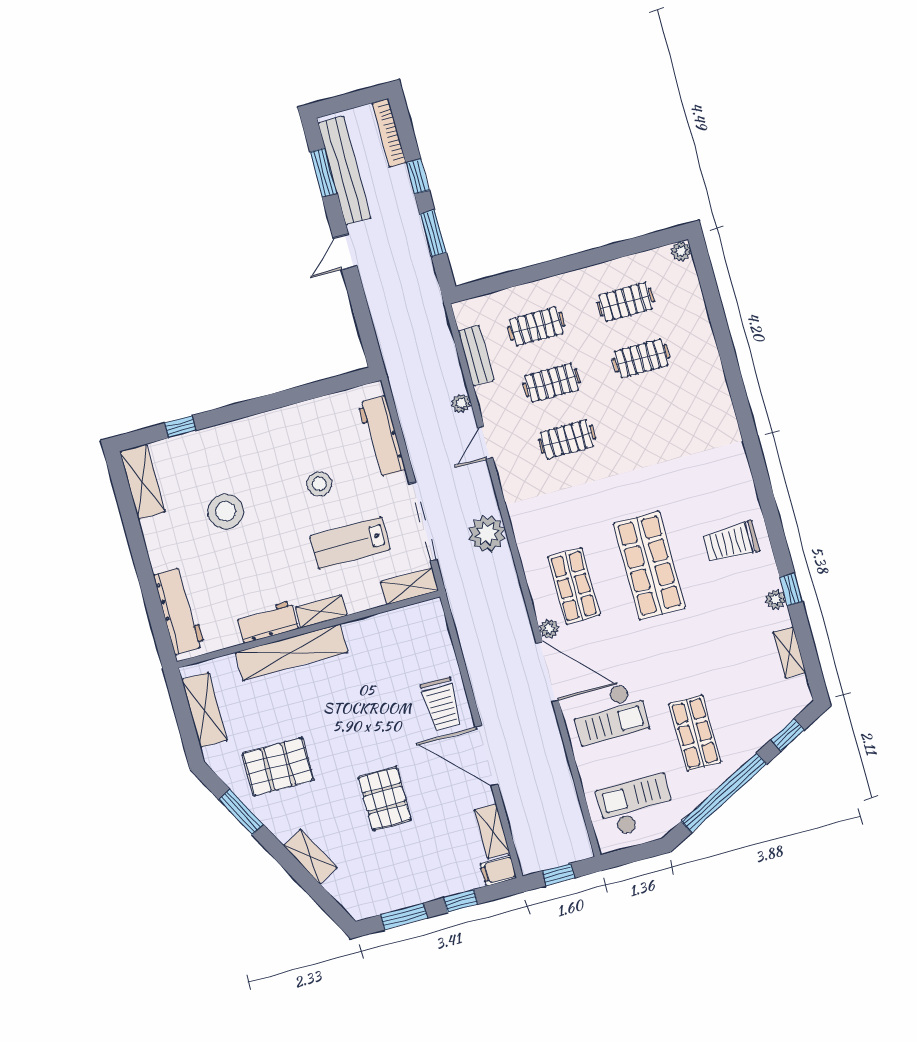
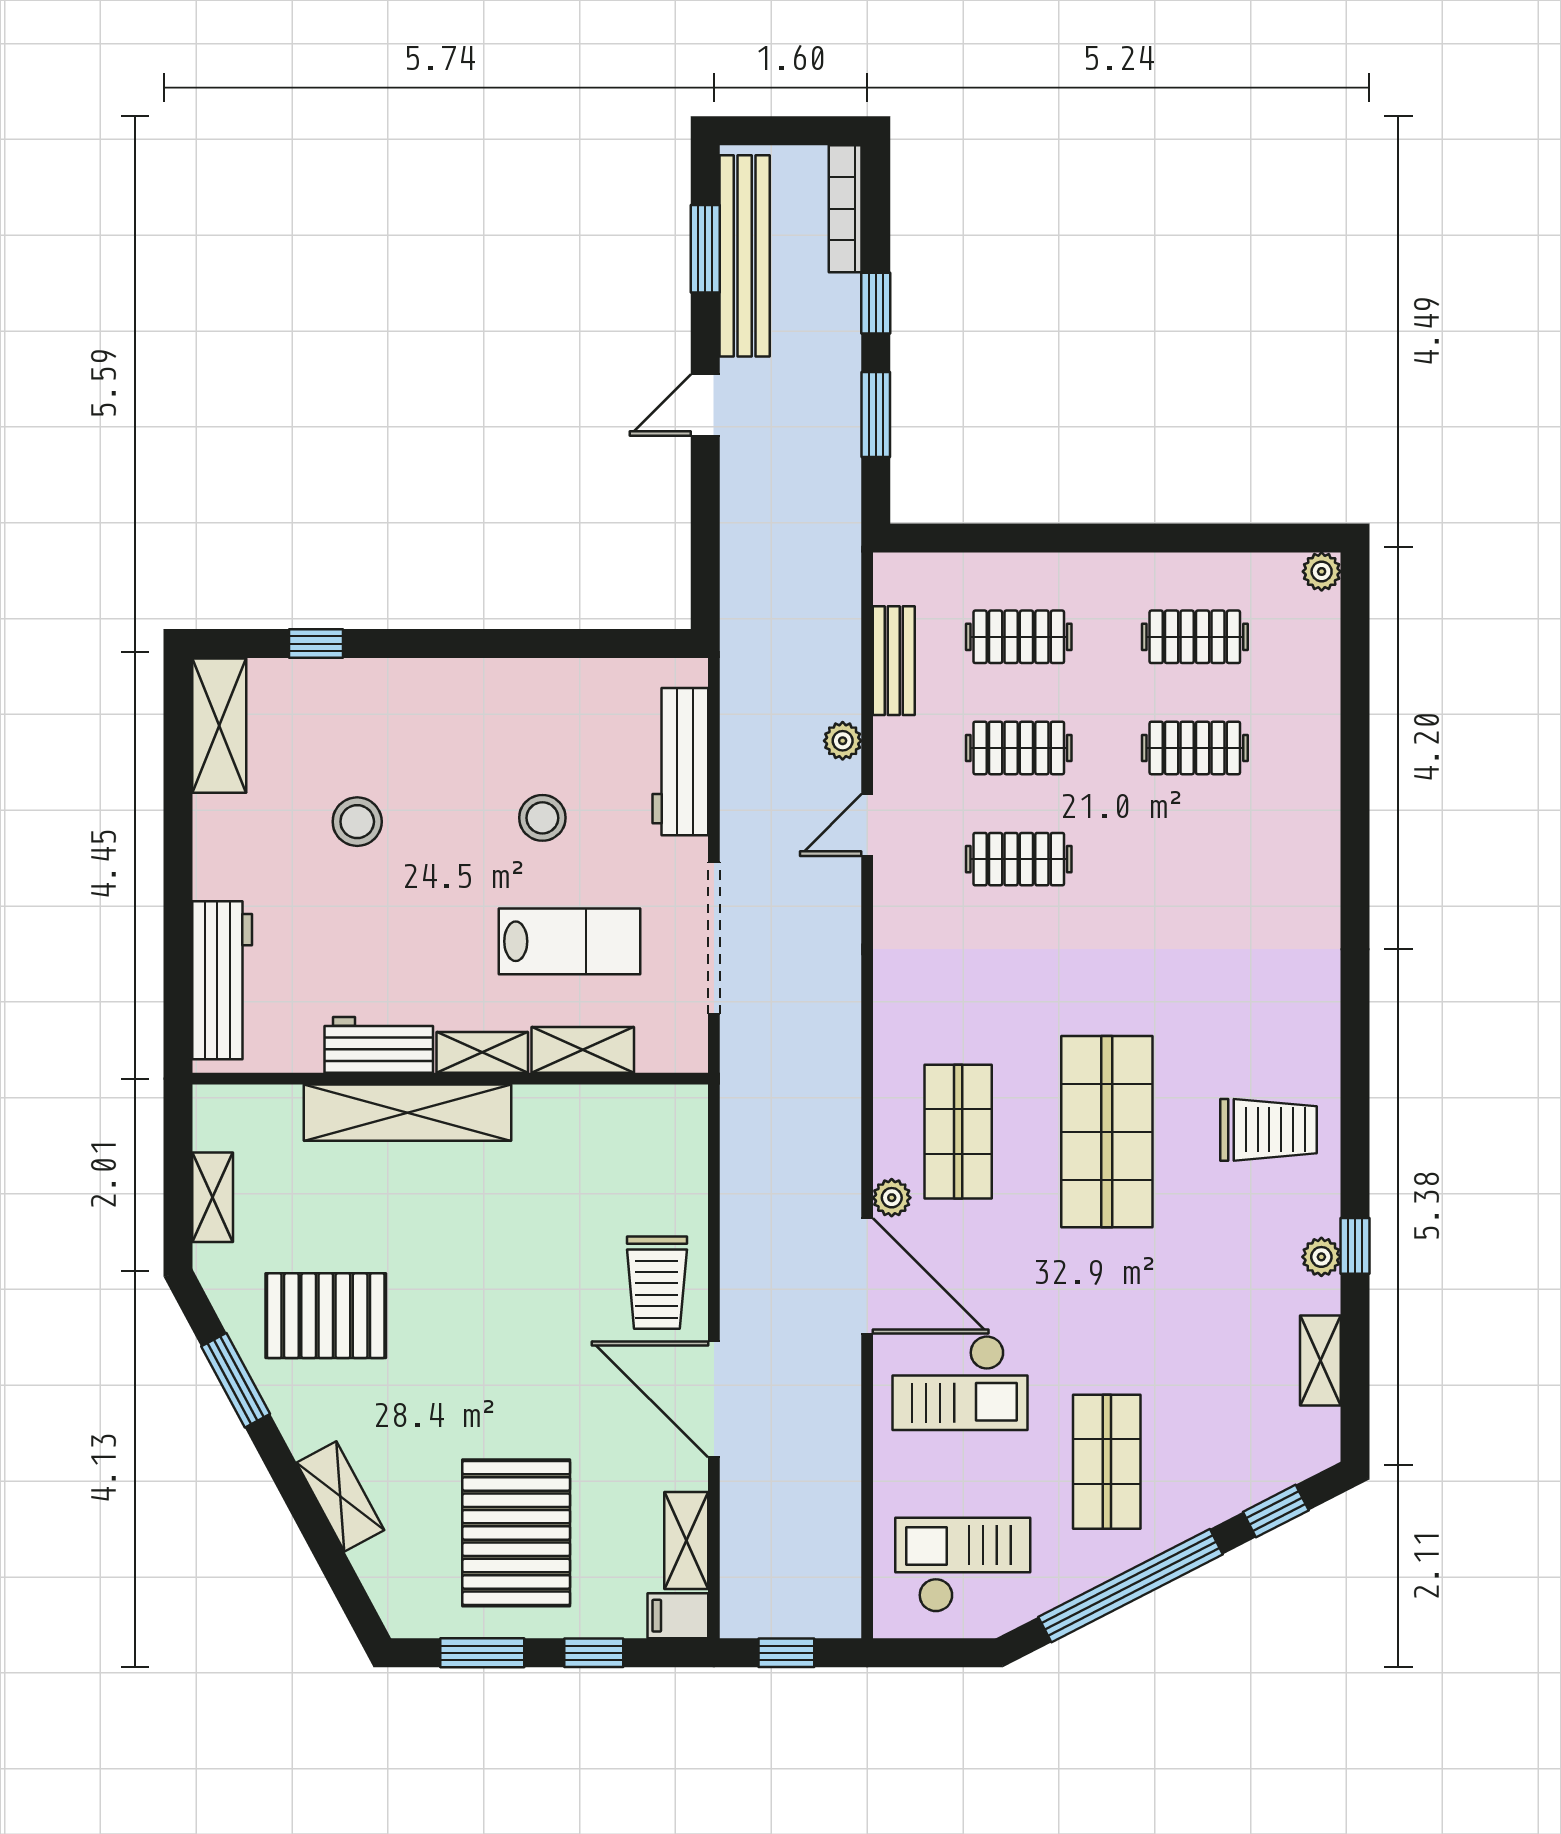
stool: (226, 511) -> (357, 822), width x0.73, depth x0.73
plant: (487, 534) -> (825, 992), removed
trolley: (731, 542) -> (1269, 1130), turned 180
lab bench: (350, 543) -> (569, 941), turned 180
shelving: (409, 586) -> (583, 1050), moved
shelving: (204, 710) -> (213, 1197), width x0.67, depth x0.75
pallet: (385, 799) -> (516, 1533), moved, width x1.37, depth x1.41

